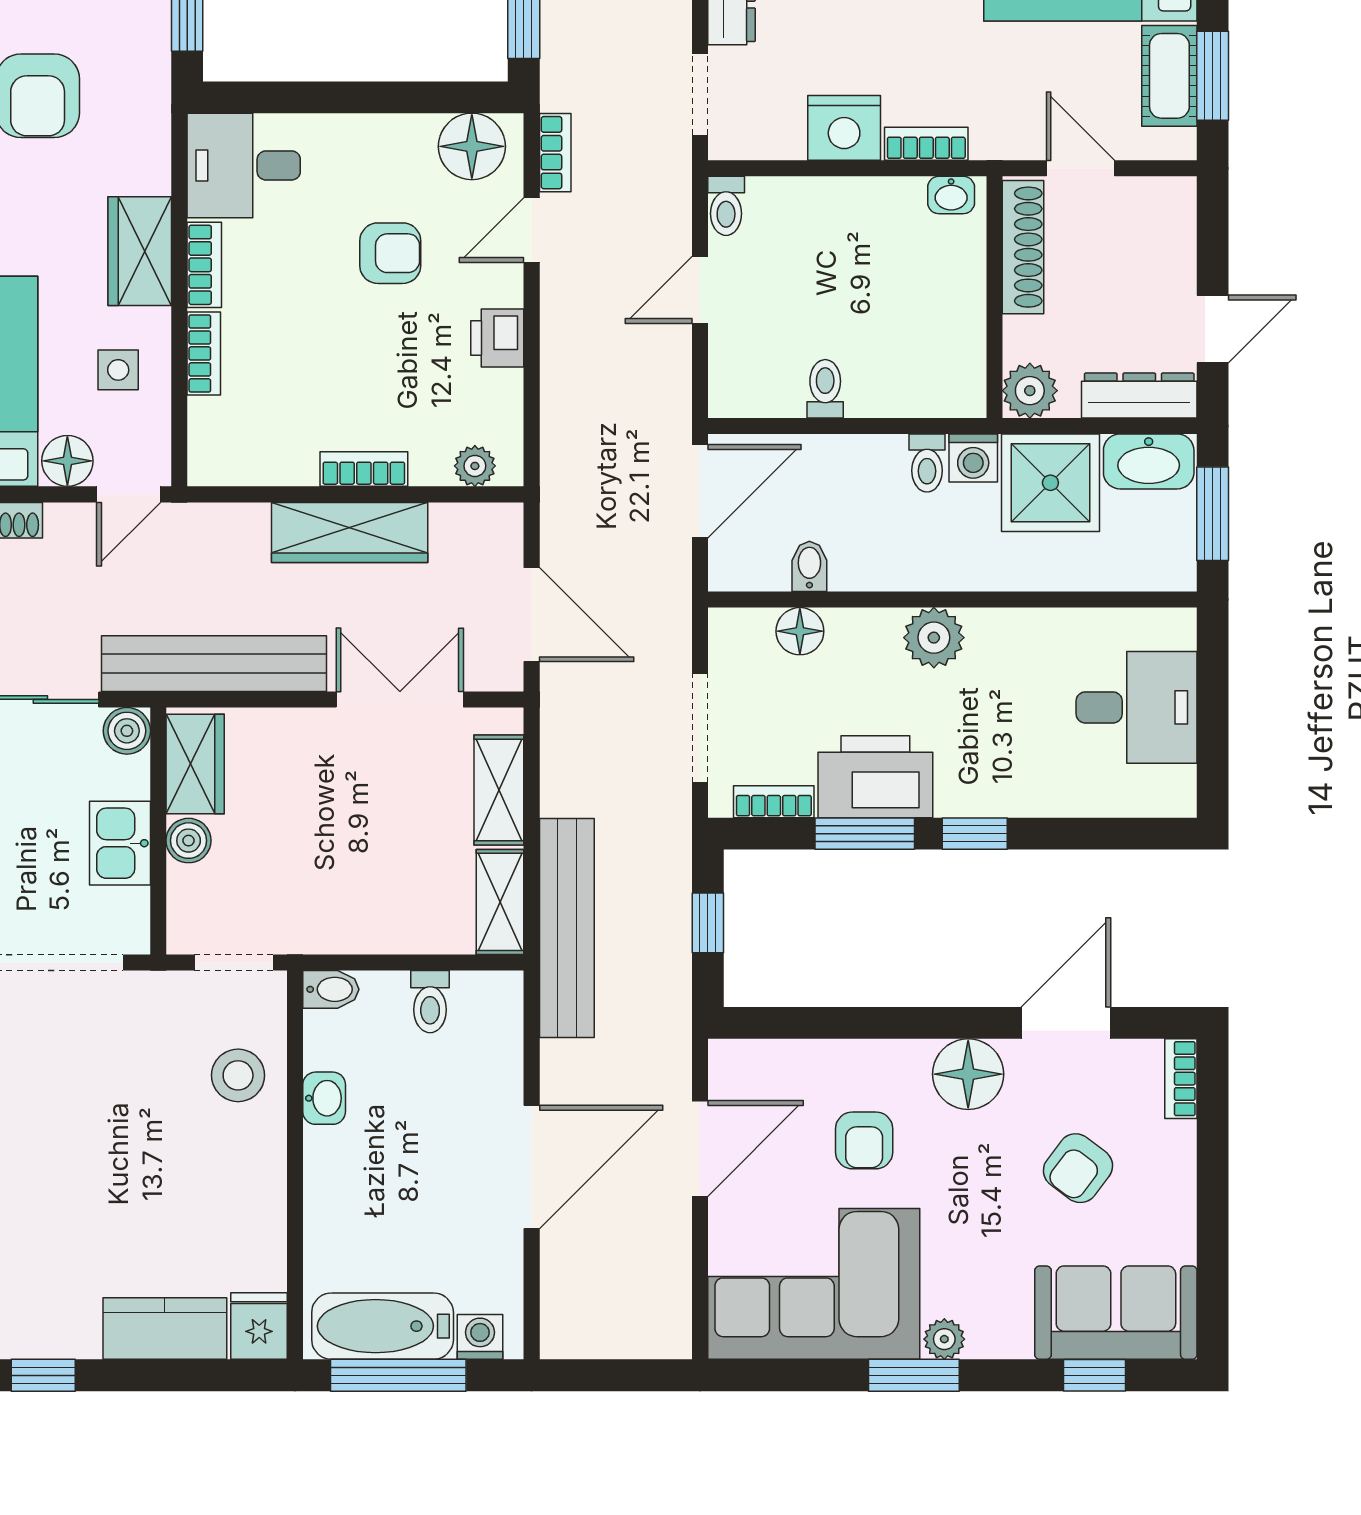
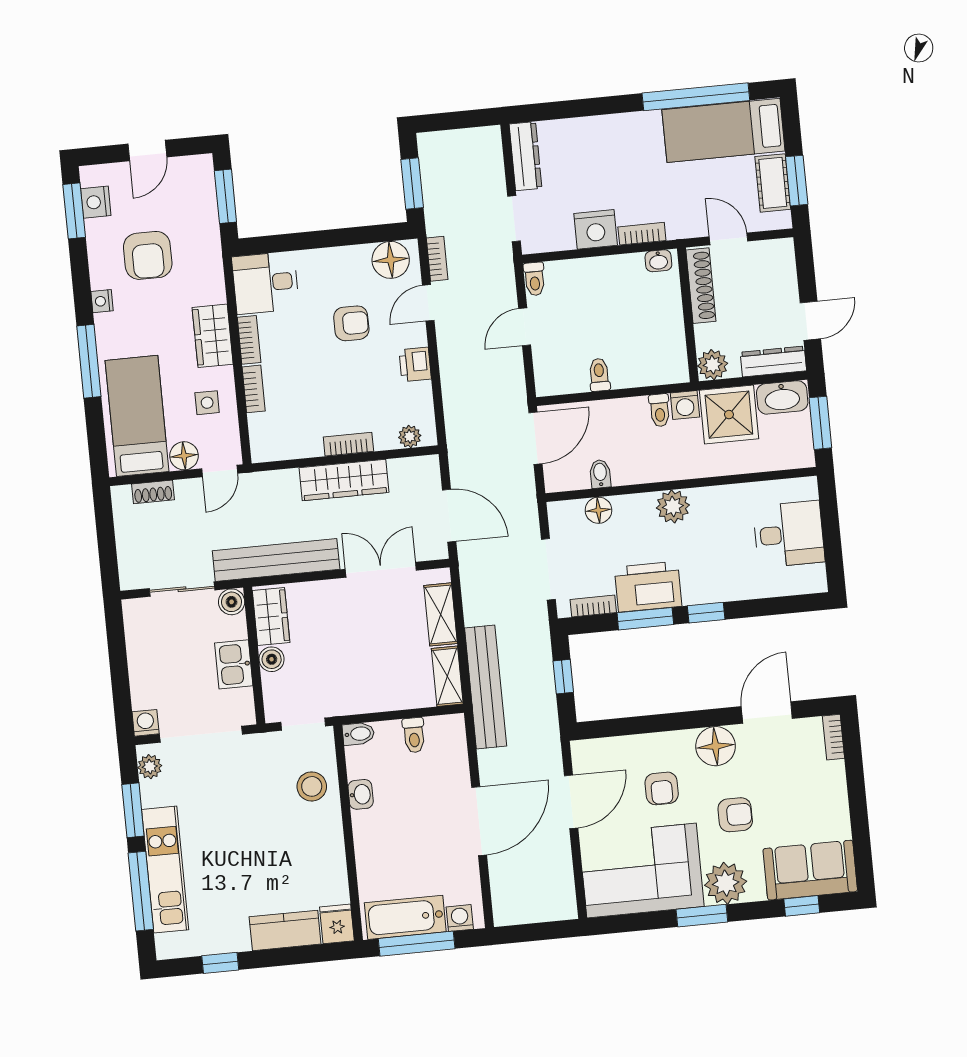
armchair: (1078, 1168) -> (735, 815), moved, turned -127
plant: (944, 1339) -> (726, 883), width x1.88, depth x1.88

